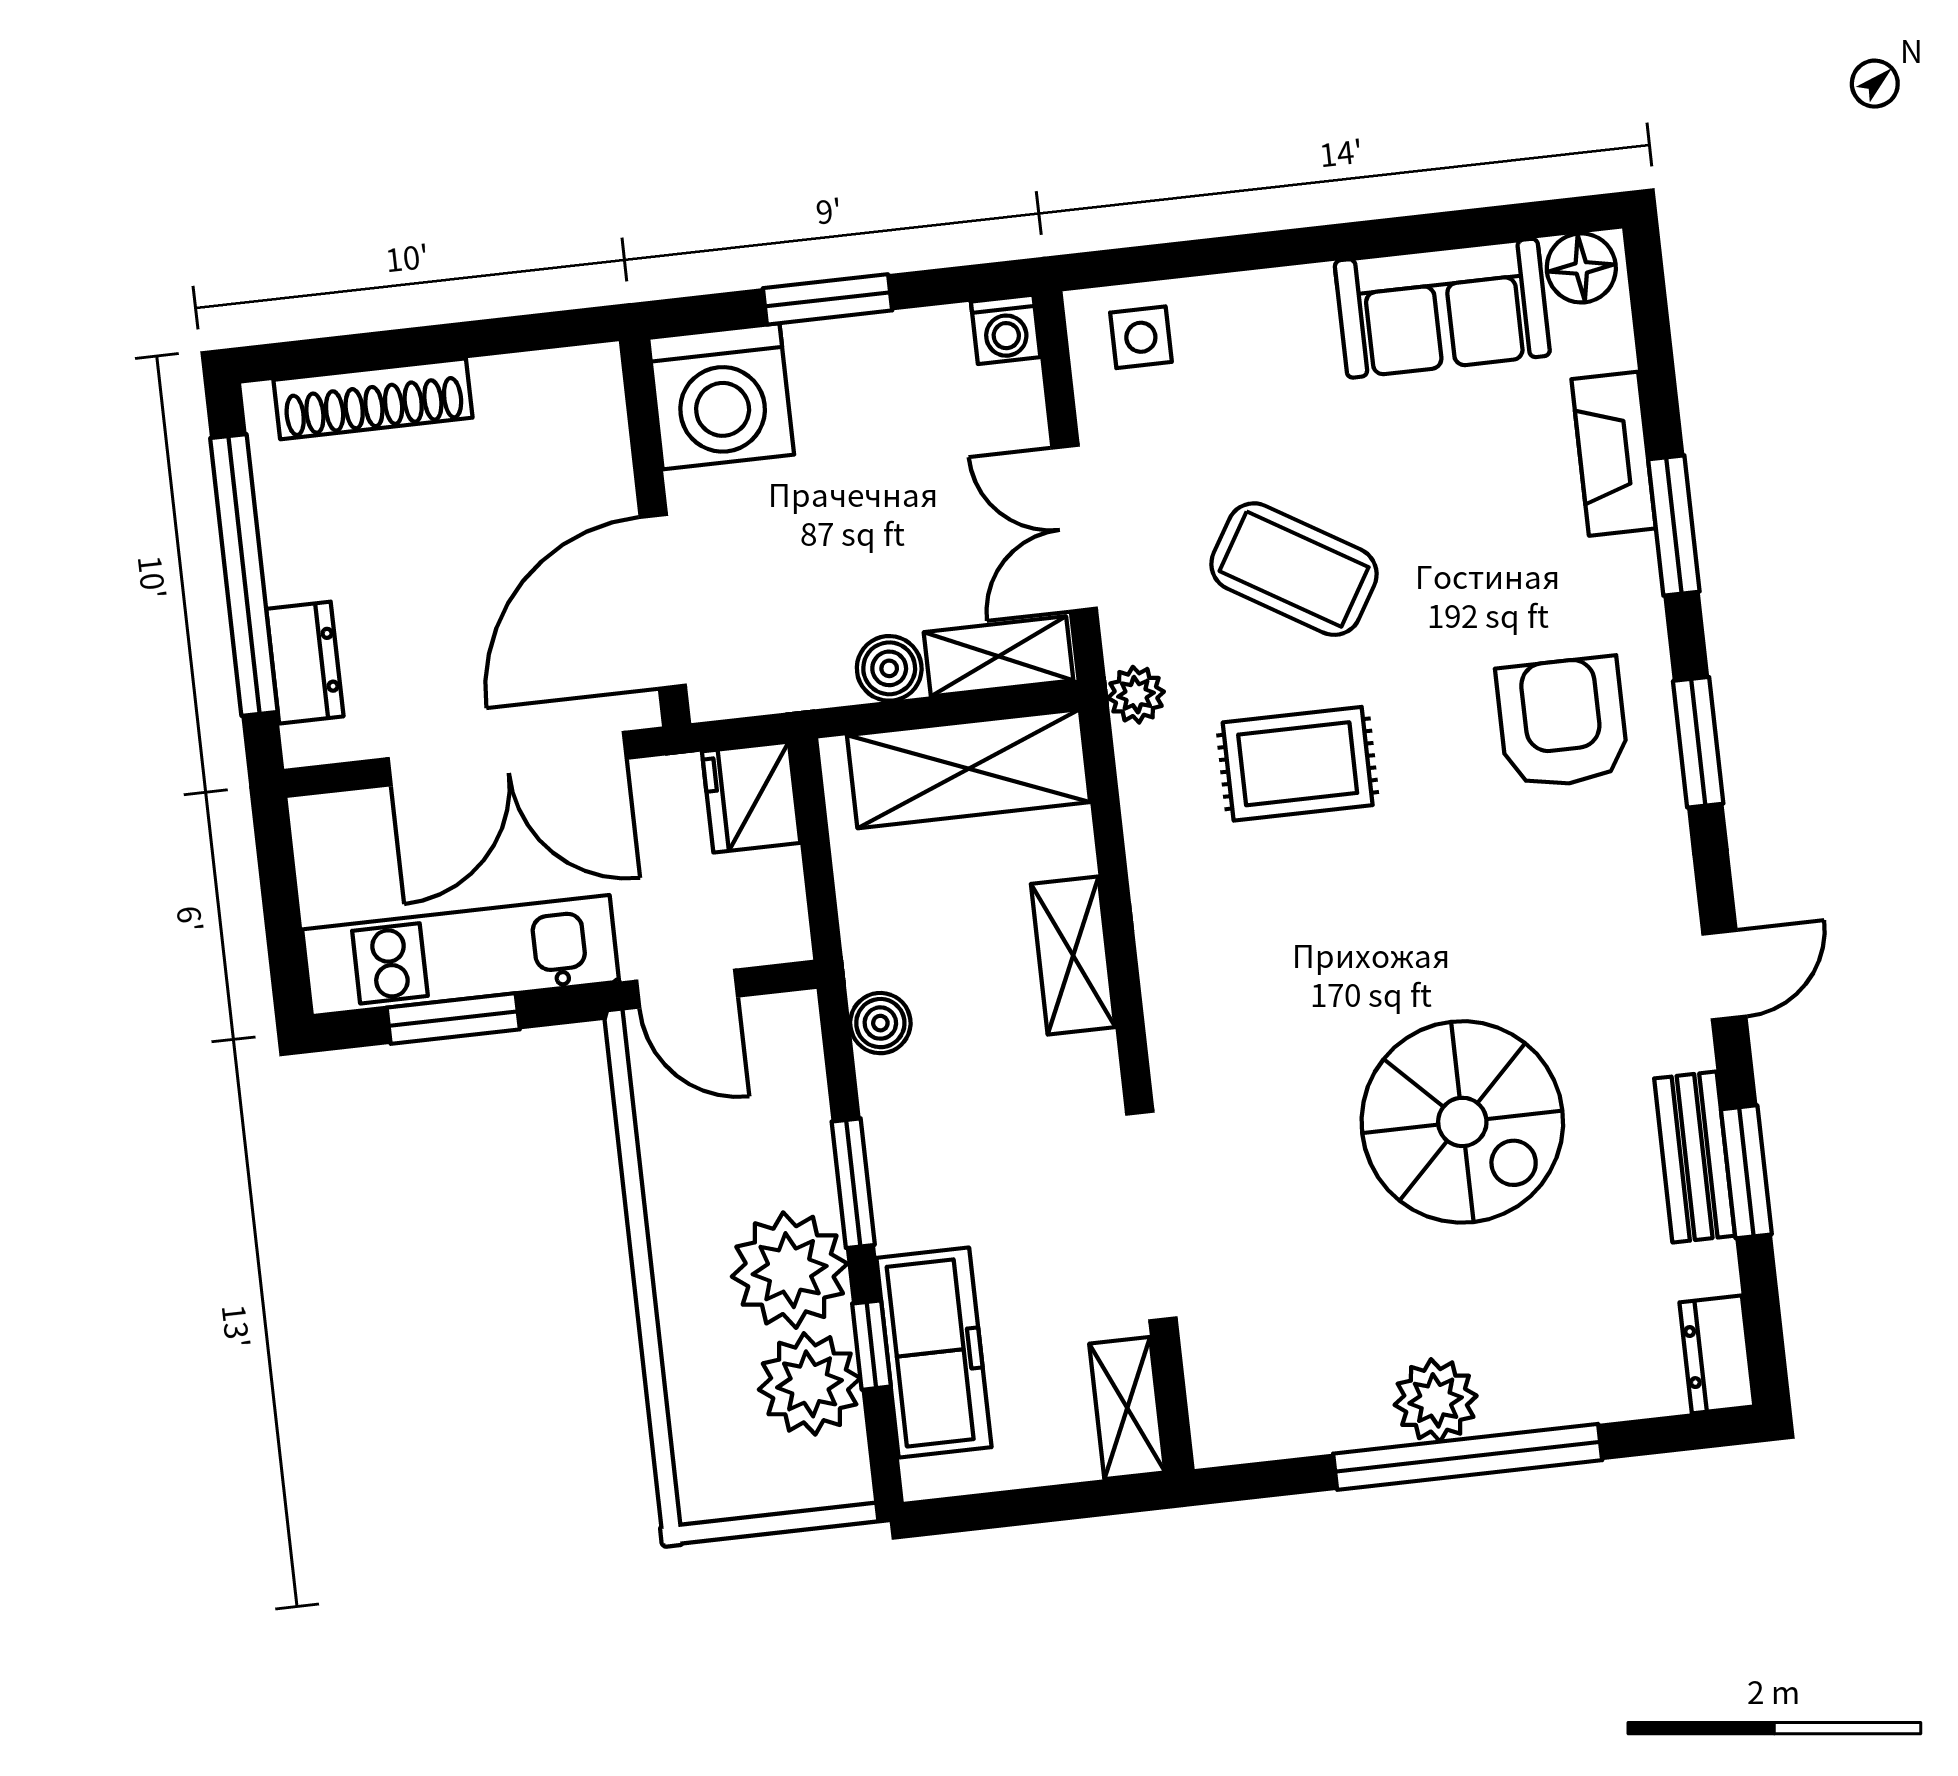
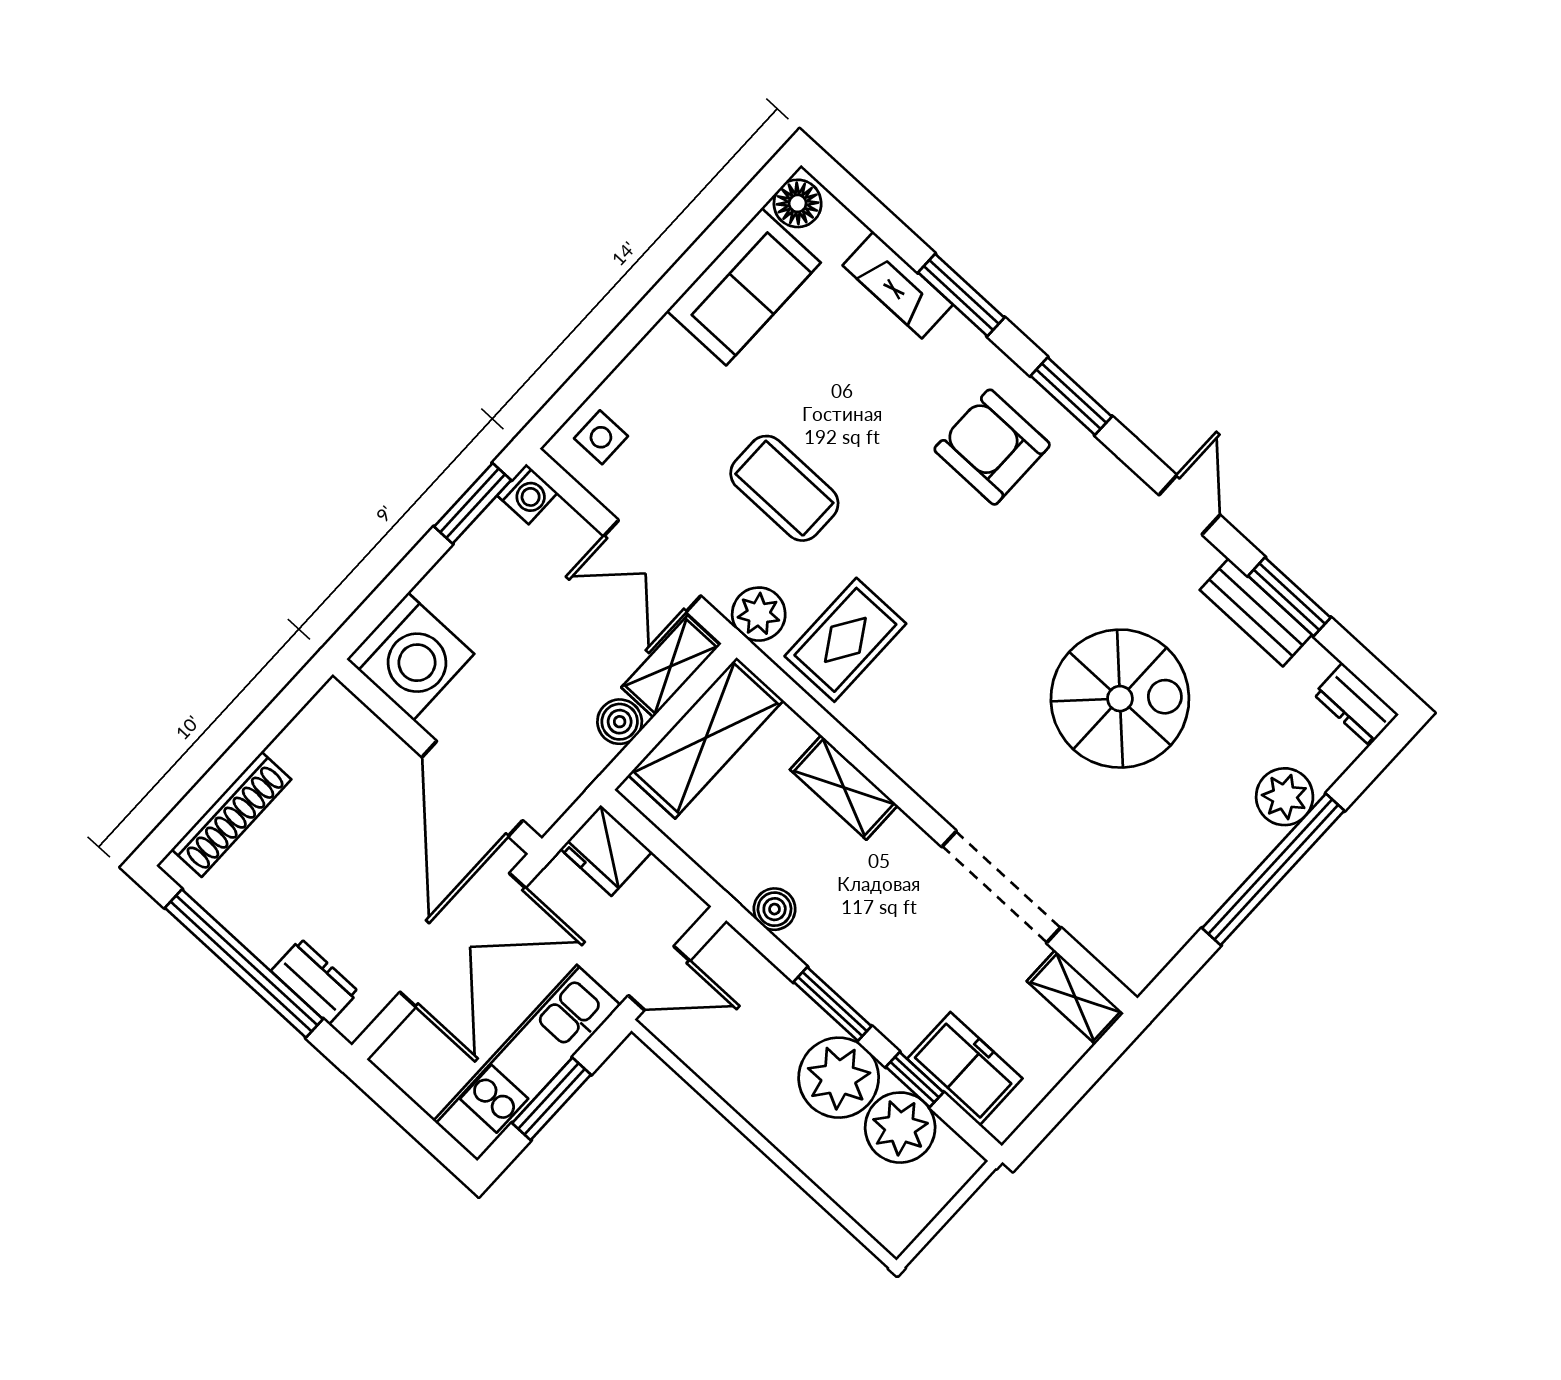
window: (827, 299) -> (473, 503), moved
coffee table: (1294, 569) -> (784, 488), turned 59
plant: (1136, 695) -> (759, 614), width x1.38, depth x1.38
rug: (1298, 764) -> (845, 640), moved
freezer: (934, 1353) -> (965, 1069), width x0.71
plant: (1436, 1400) -> (1285, 797), moved

